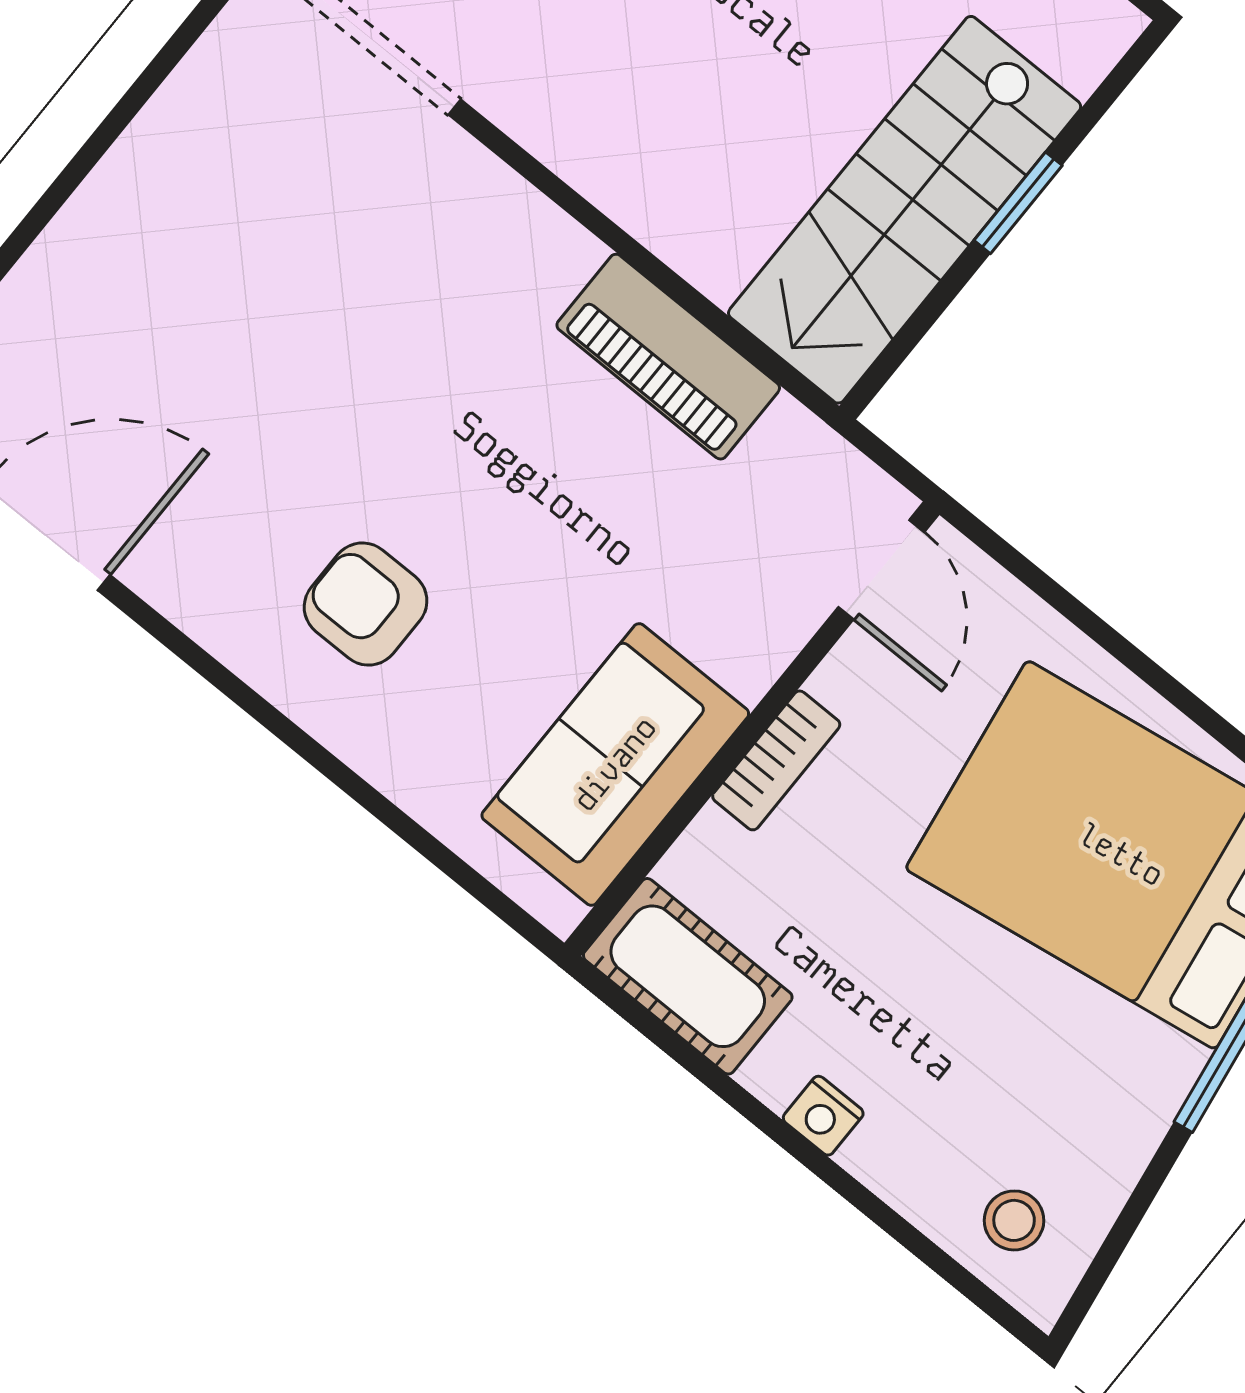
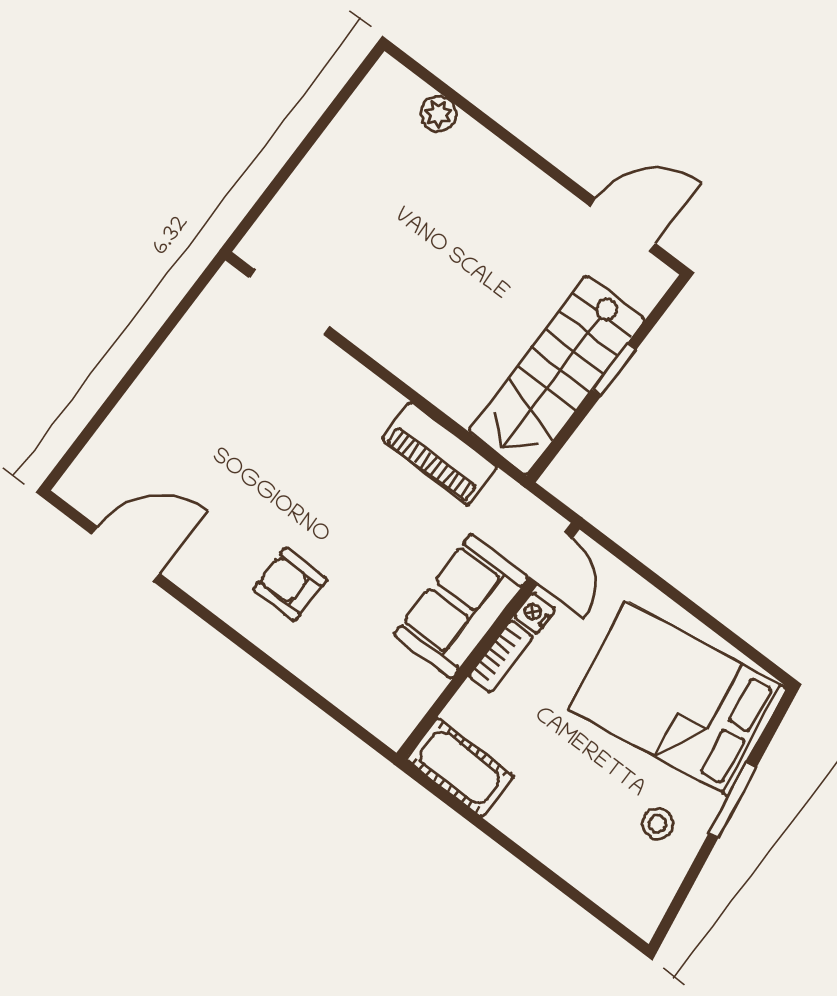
sofa: (615, 764) -> (461, 606), moved
nightstand: (823, 1116) -> (535, 613), moved, turned 90
stool: (1014, 1220) -> (658, 824), moved

